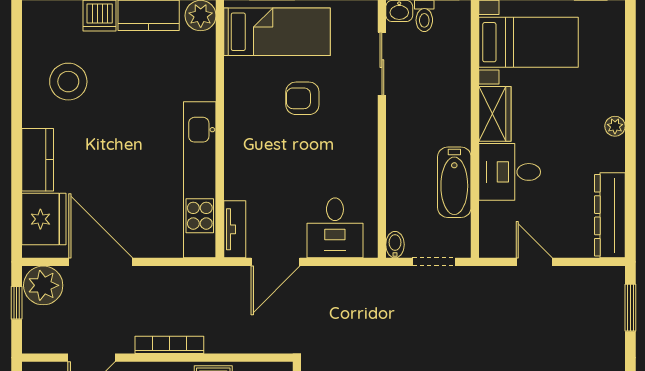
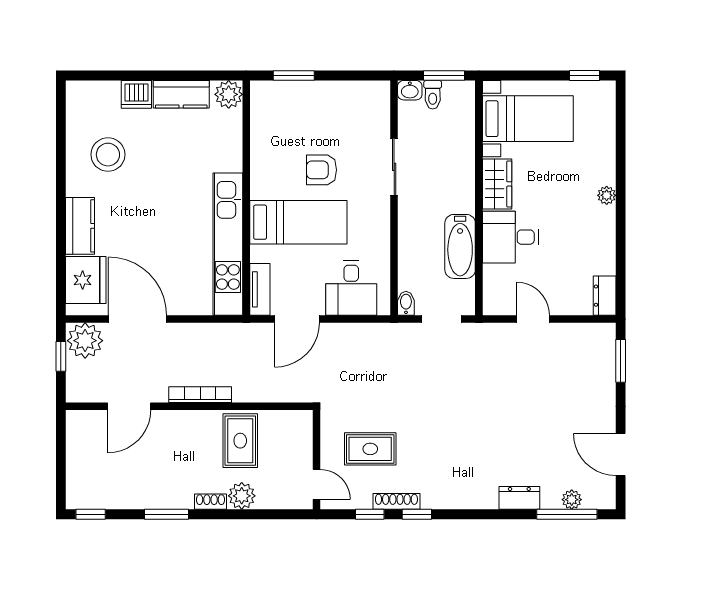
bed: (277, 32) -> (298, 222), moved
sliding door: (382, 64) -> (394, 167), moved
dresser: (610, 215) -> (605, 296), width x0.51, depth x0.80

